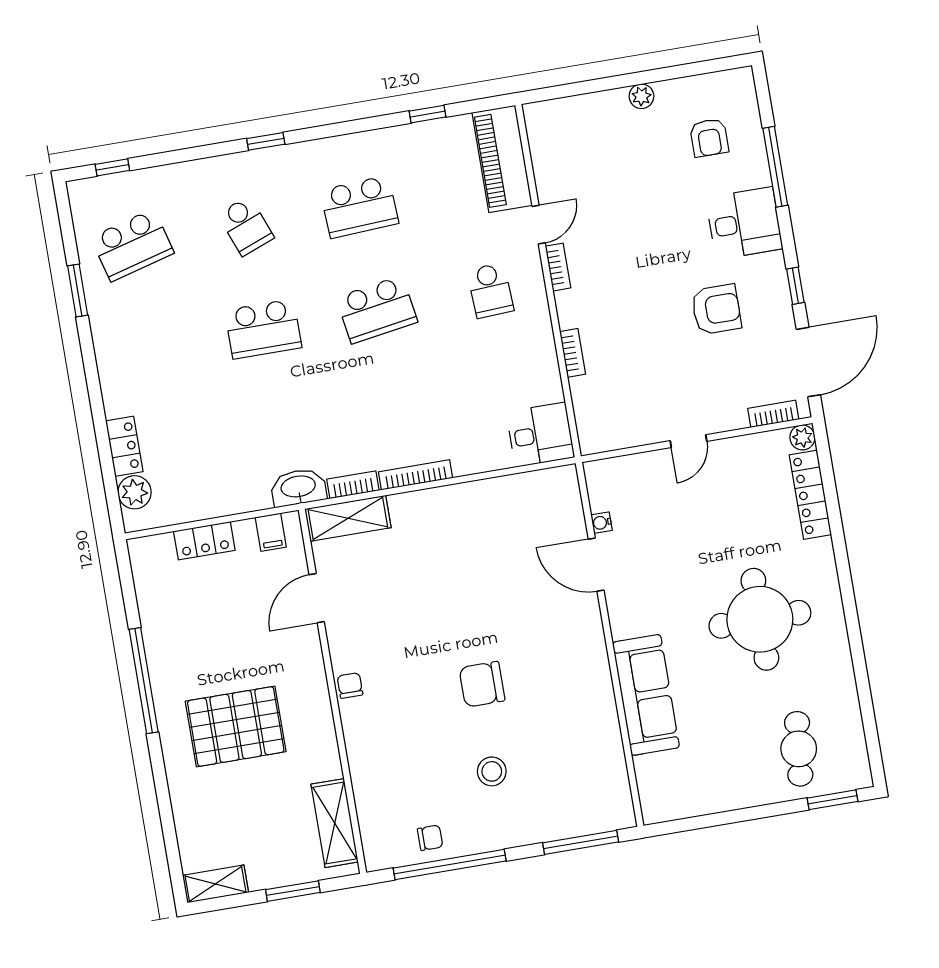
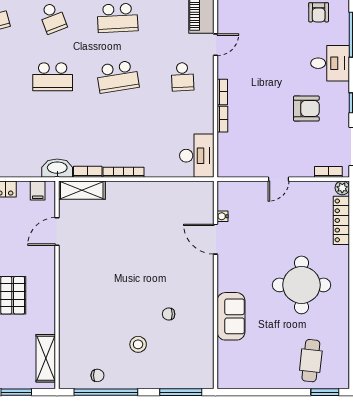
bookcase: (558, 267) -> (222, 92), moved
desk: (540, 435) -> (197, 156), width x1.37
chair: (482, 684) -> (169, 314), moved, width x0.54, depth x0.54
chair: (350, 685) -> (67, 283), removed
sofa: (646, 695) -> (231, 316), width x0.73

